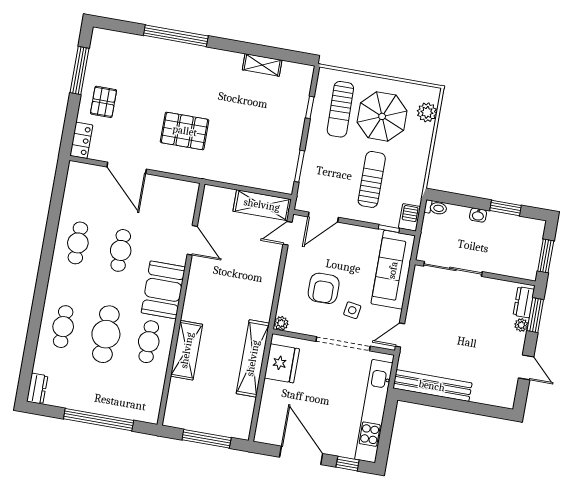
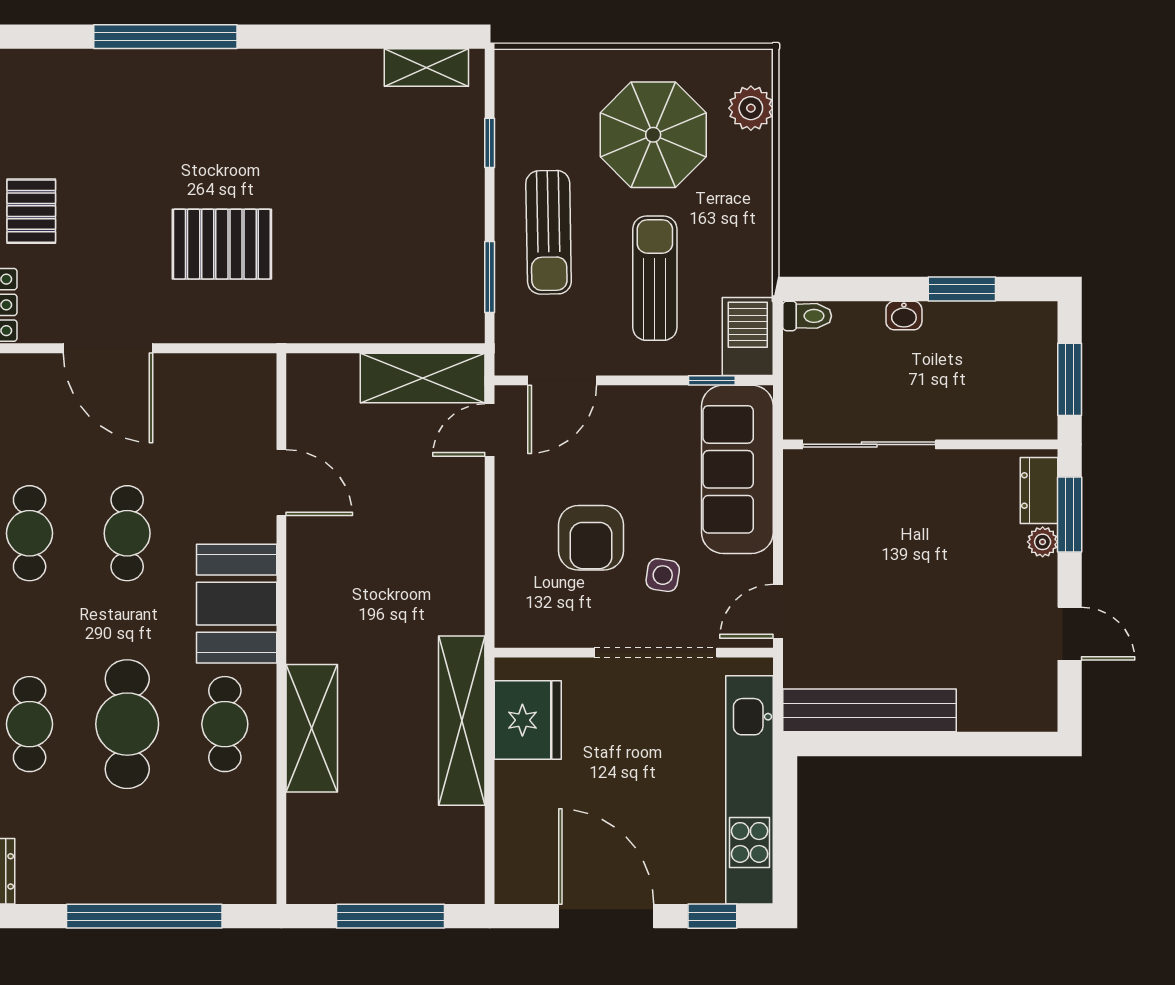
shelving: (262, 65) -> (426, 68), moved
sun lounger: (340, 109) -> (549, 232), moved
barbecue: (409, 217) -> (748, 336), width x1.38, depth x1.27
plant: (281, 323) -> (511, 632), removed

